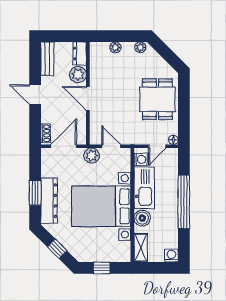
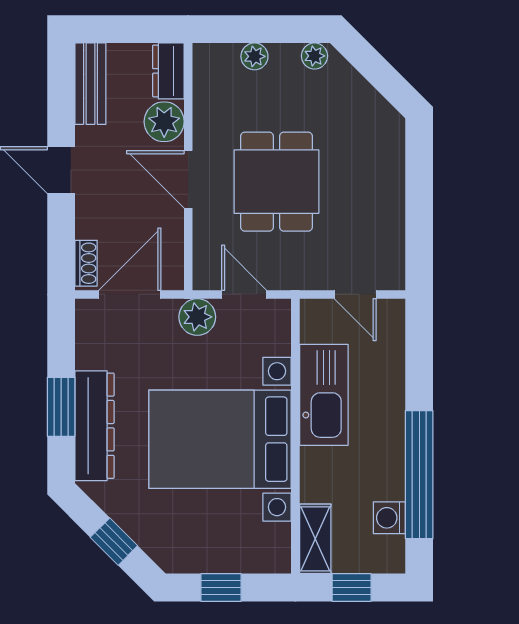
dining table: (157, 99) -> (276, 182), moved
floor lamp: (173, 140) -> (394, 279), removed
door: (157, 146) -> (355, 294), hinge flipped
washing machine: (141, 159) -> (315, 326), removed
window: (184, 202) -> (419, 475), moved
boiler: (142, 218) -> (319, 468), removed
washing machine: (171, 256) -> (389, 518), moved, turned -90
window: (156, 268) -> (352, 588), added

